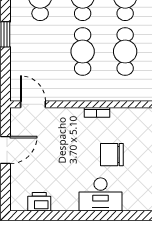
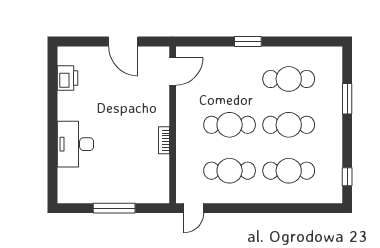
chair: (112, 155) -> (118, 156), removed

